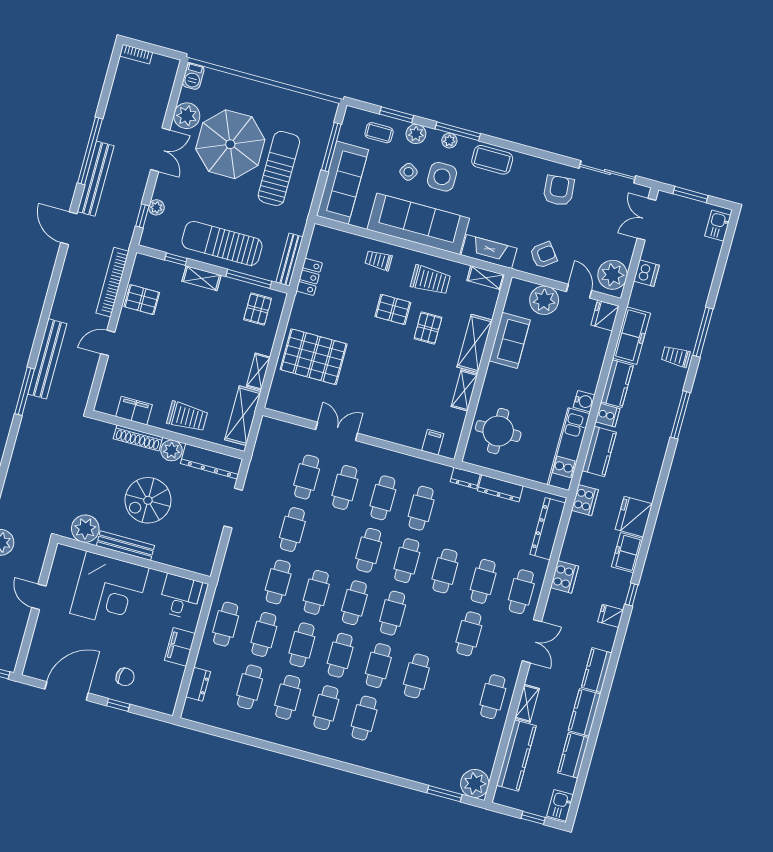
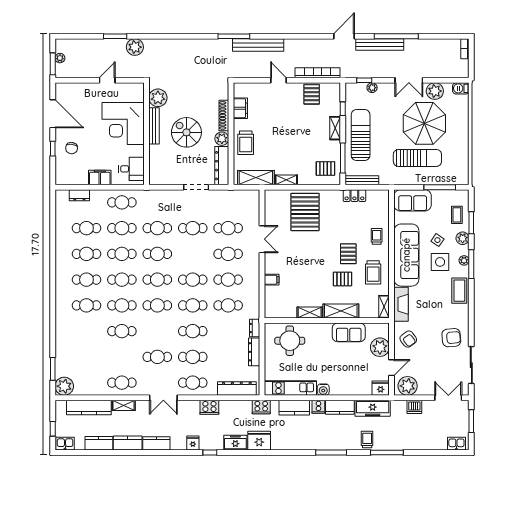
sofa: (342, 183) -> (413, 200), width x0.73
filing cabinet: (433, 442) -> (272, 280), moved

